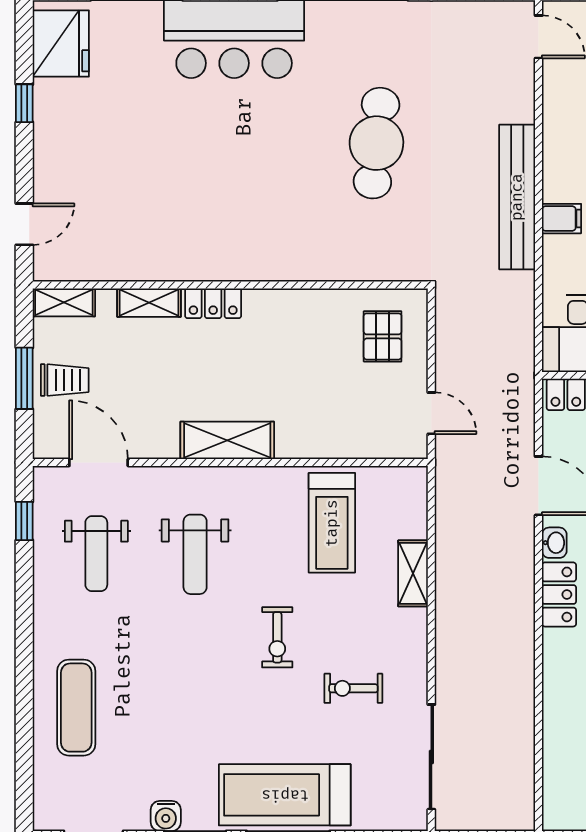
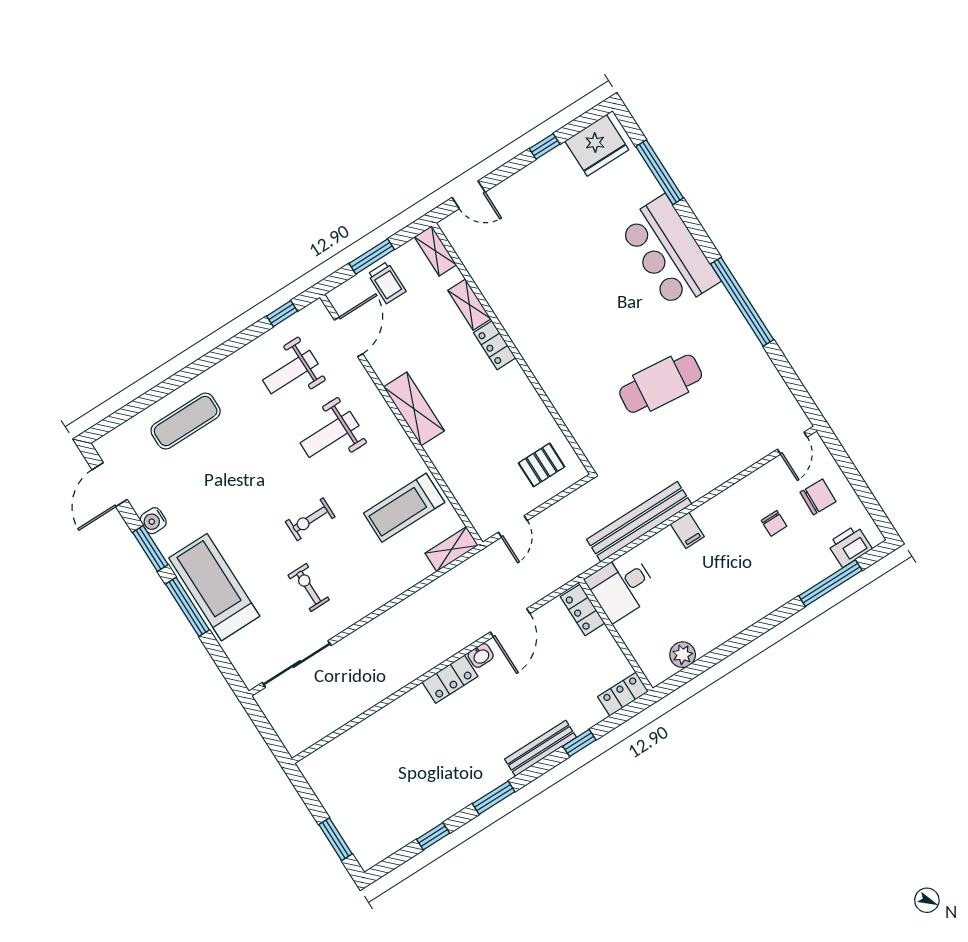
bench: (517, 197) -> (639, 522), moved
shelving: (413, 573) -> (452, 549), moved

